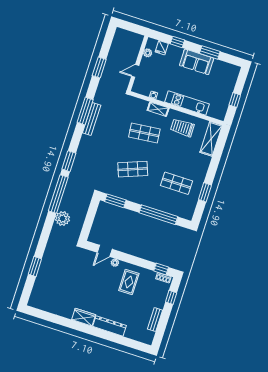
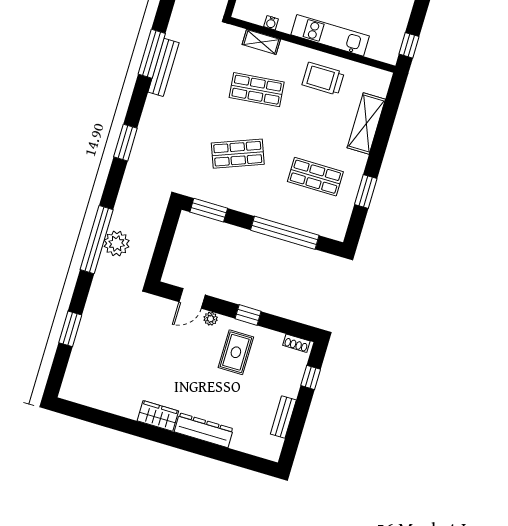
window: (235, 100) -> (409, 45), moved
shelving: (158, 109) -> (261, 42), moved
shelving: (211, 139) -> (366, 124), moved
window: (58, 194) -> (97, 240), moved
window: (161, 269) -> (248, 315), moved

